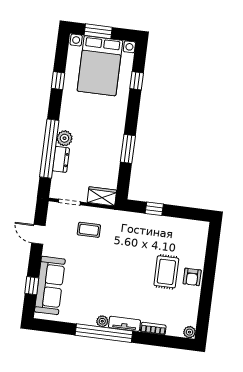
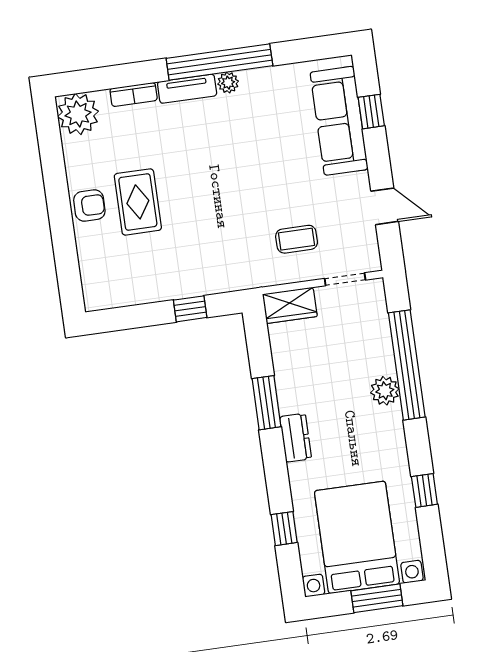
dresser: (61, 159) -> (296, 438), moved, turned 180
armchair: (192, 277) -> (89, 206), turned 90
plant: (189, 332) -> (78, 114), width x1.88, depth x1.88

